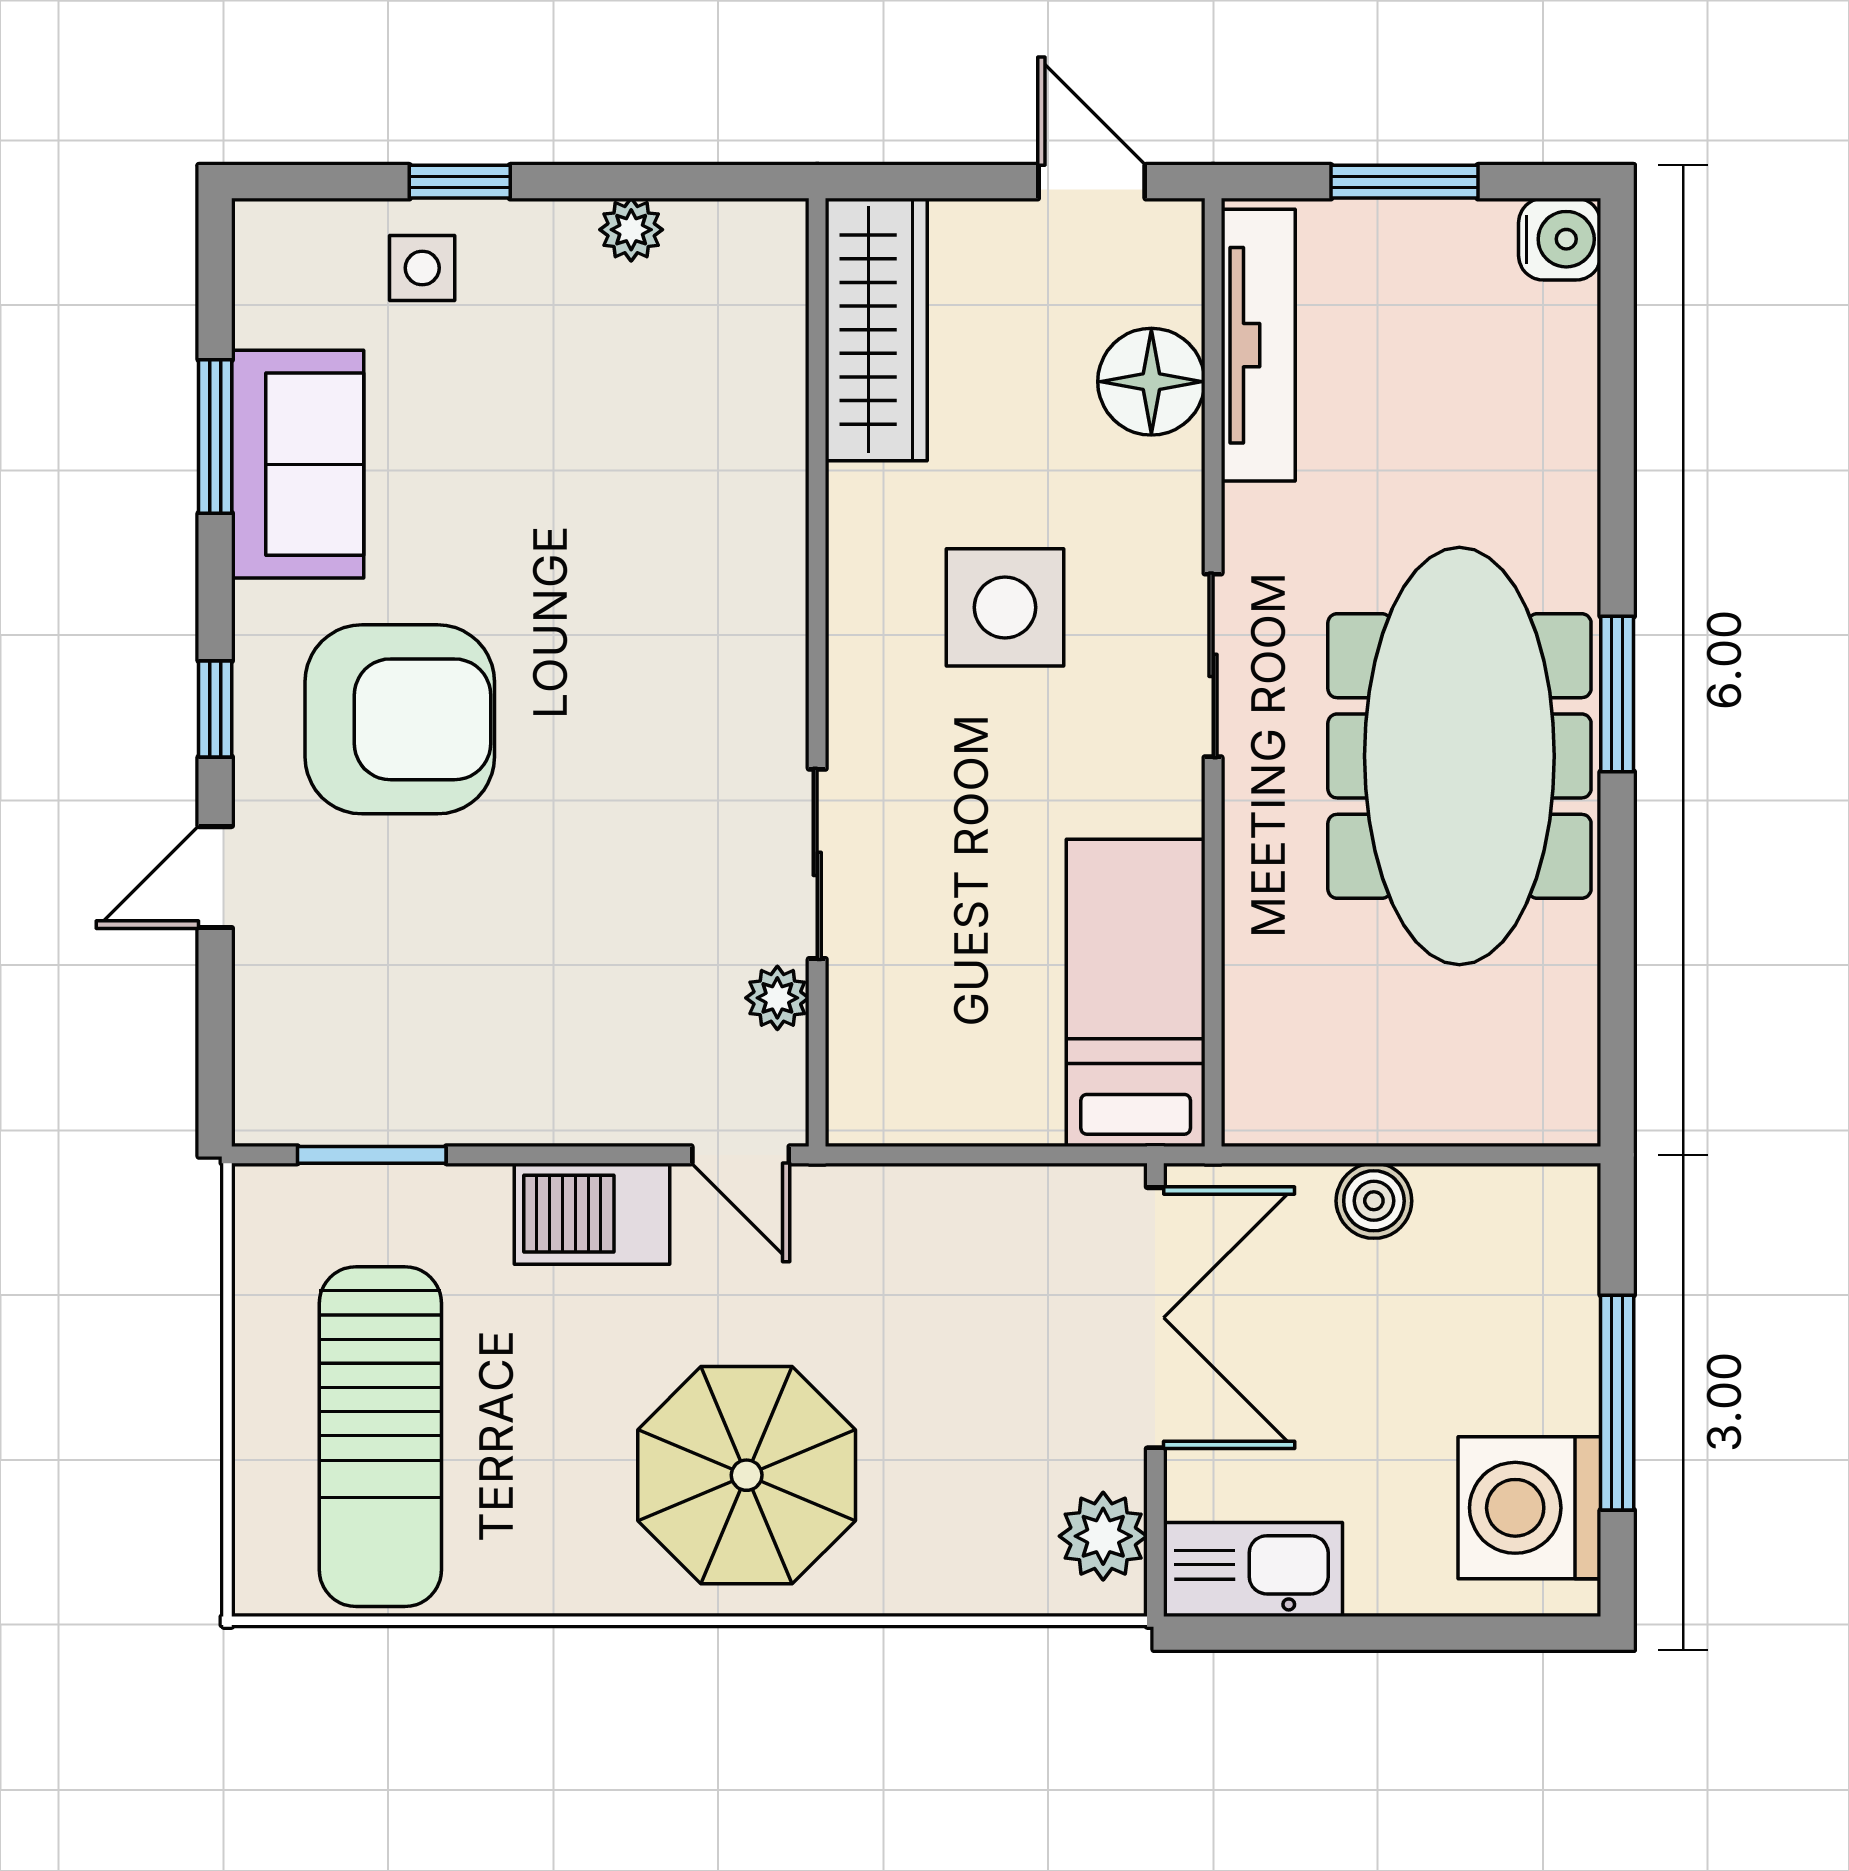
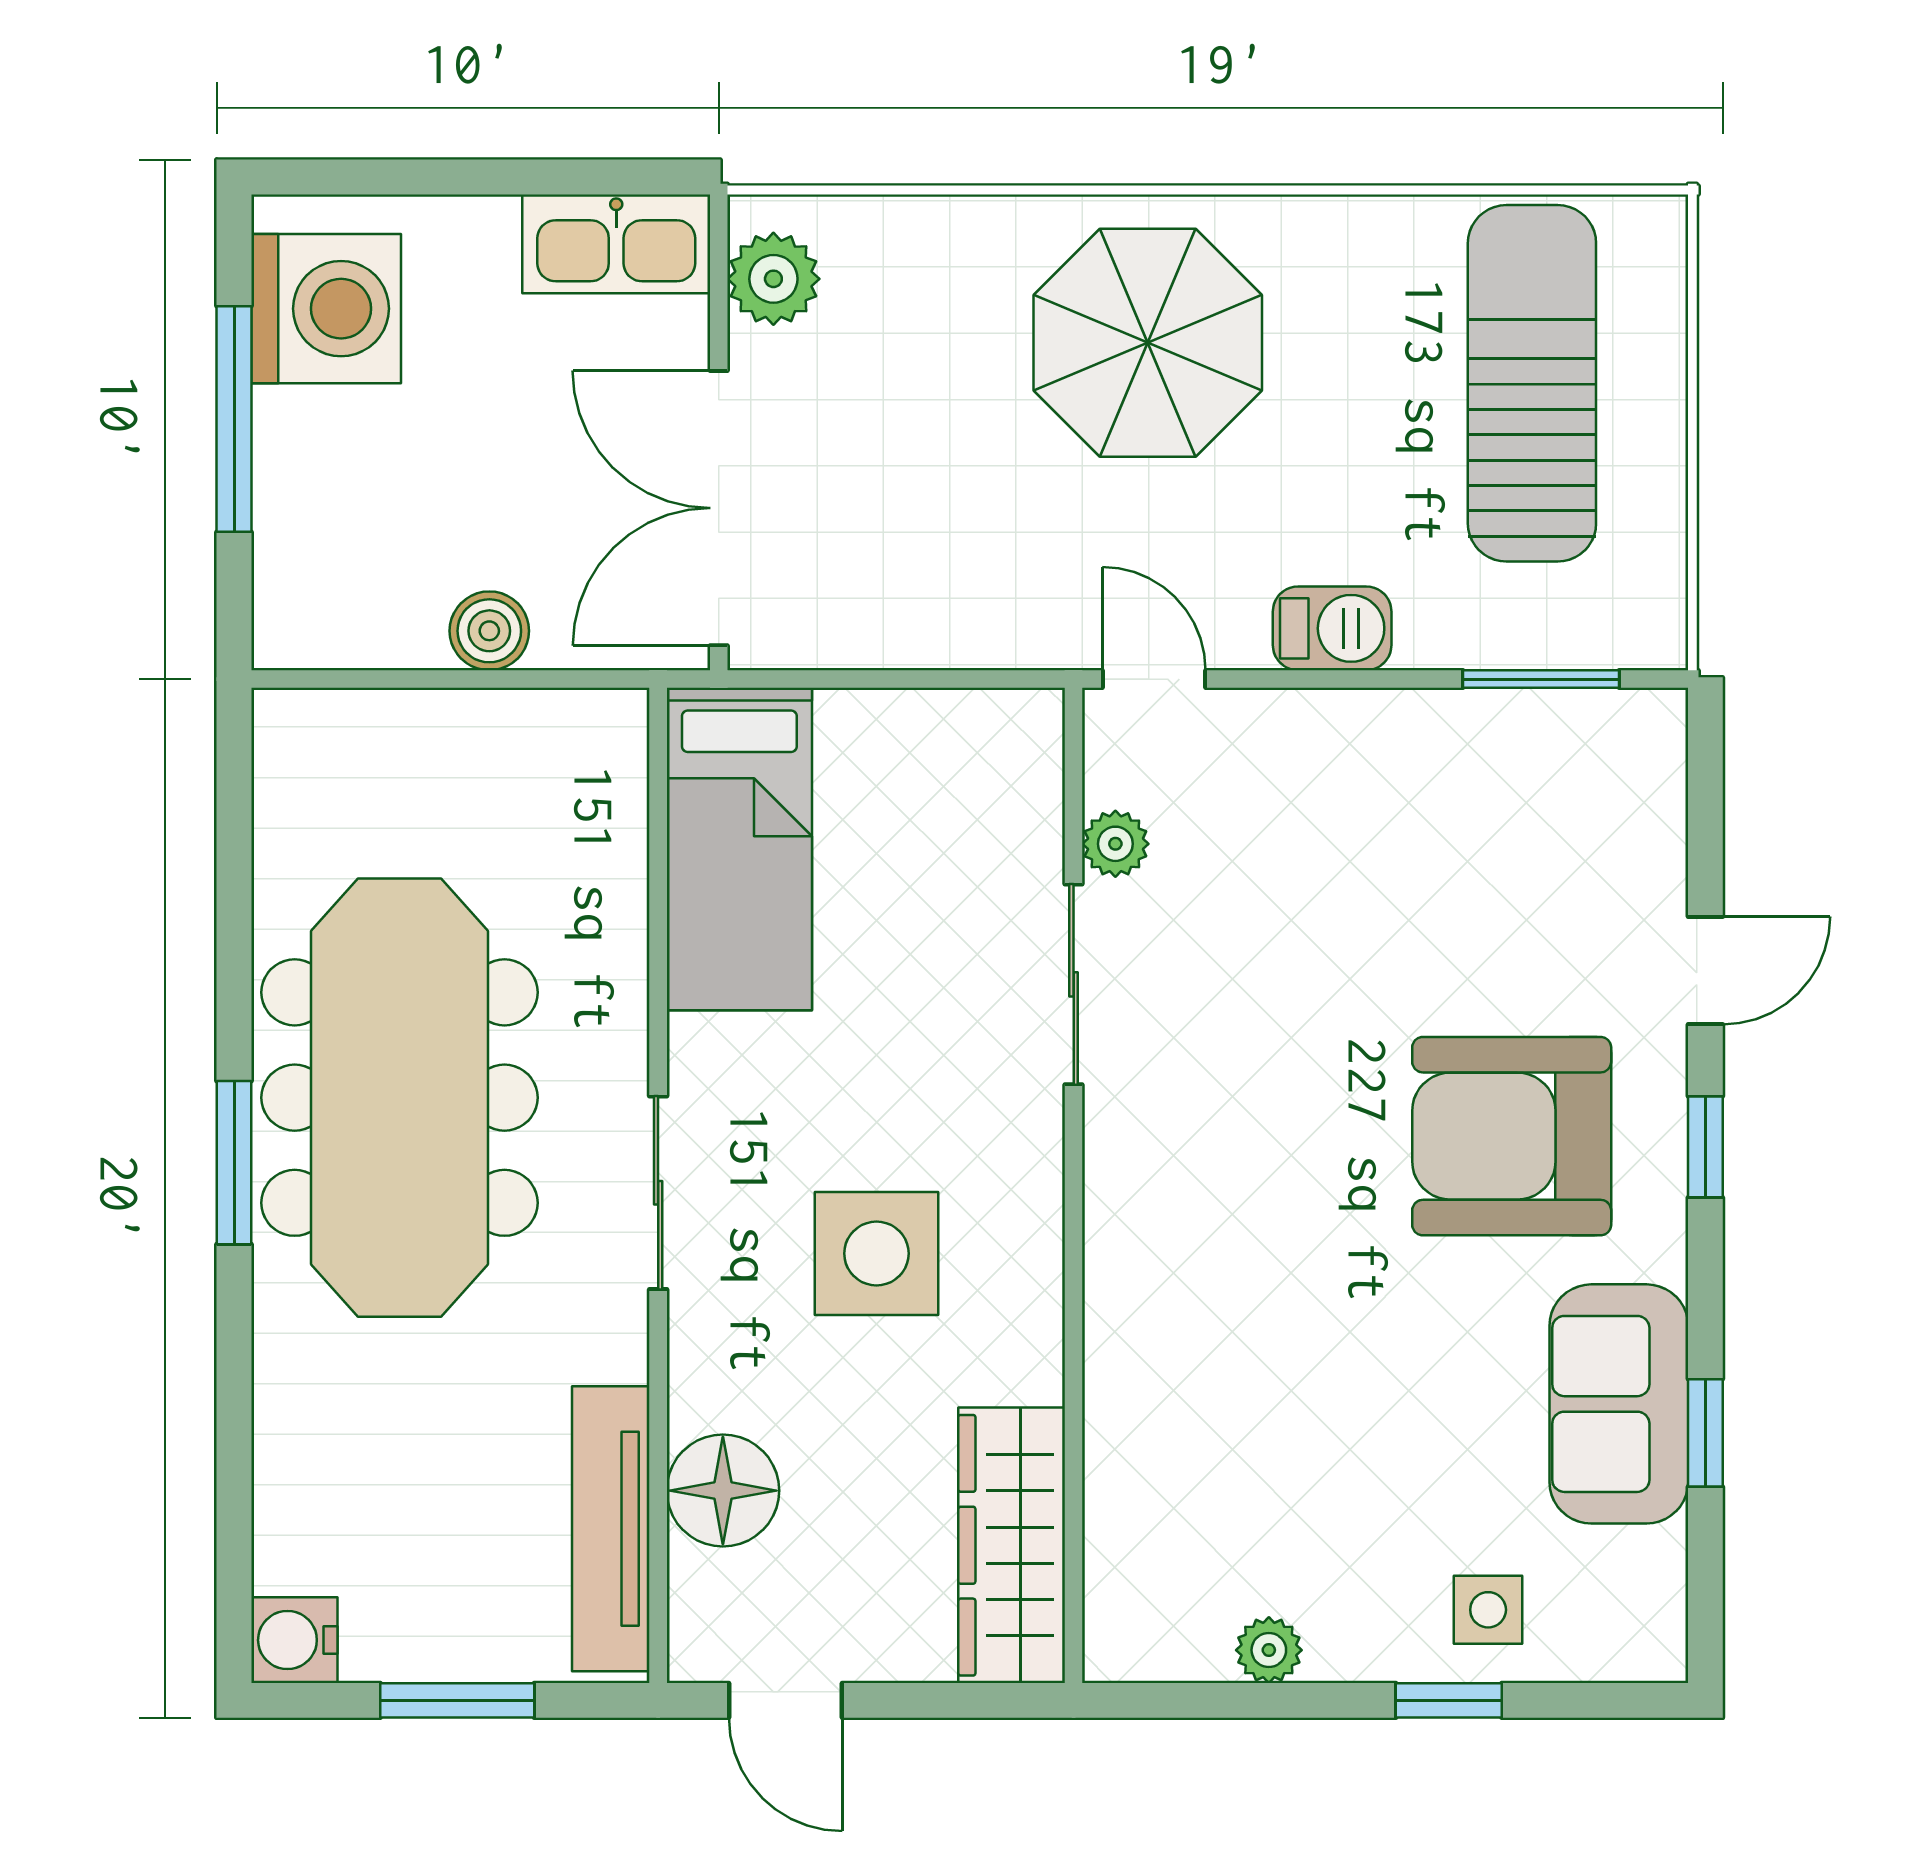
window: (215, 437) -> (1705, 1433), width x0.67
barbecue: (592, 1214) -> (1332, 628), width x0.73, depth x0.79

